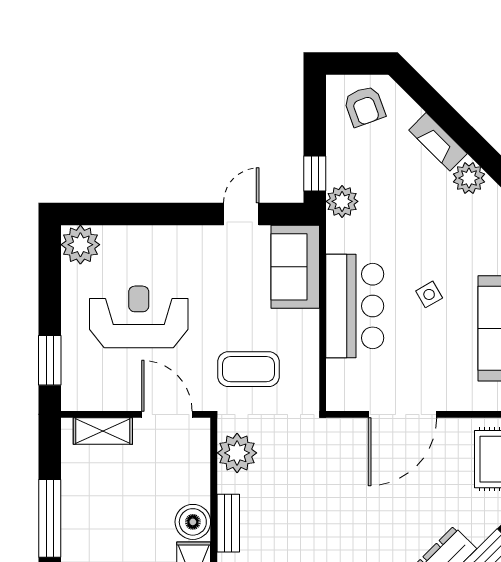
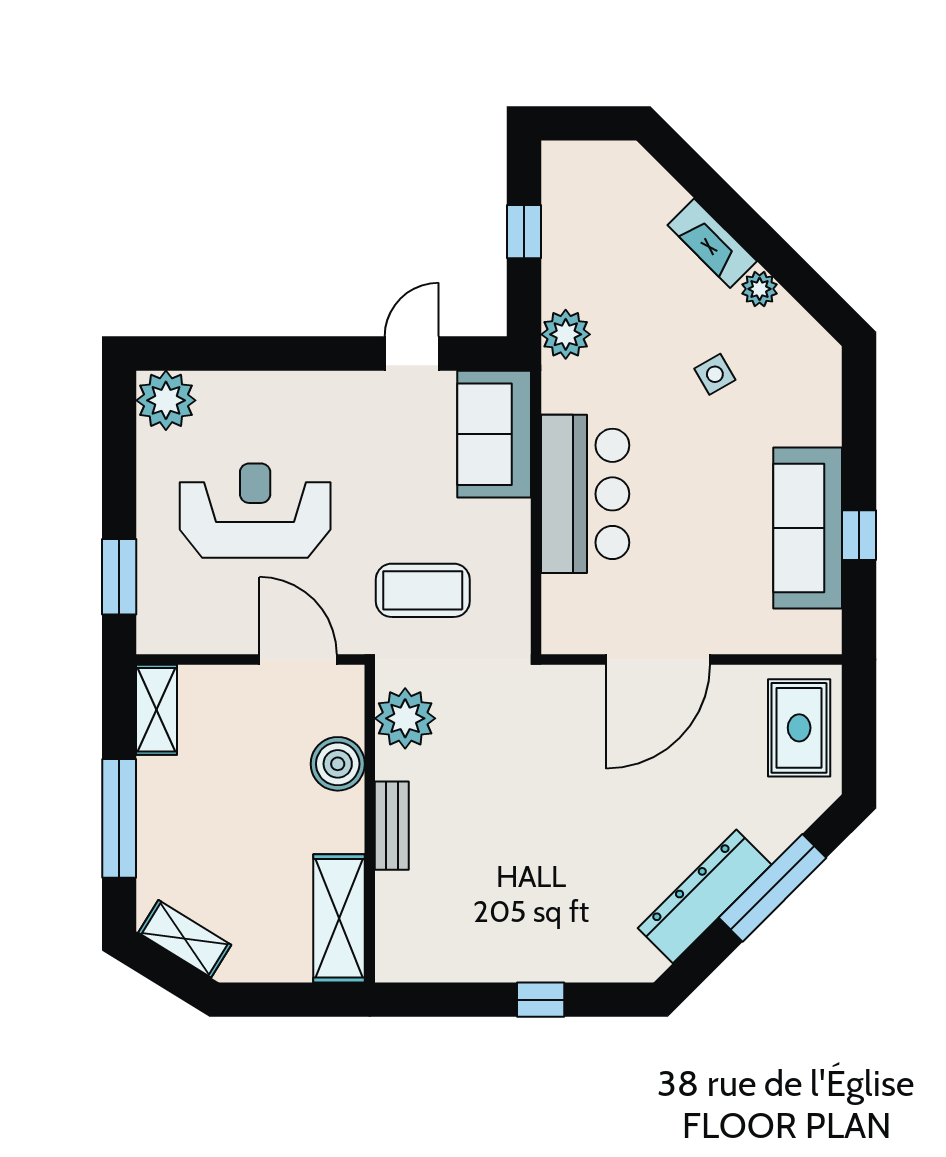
armchair: (364, 106) -> (600, 189), removed
window: (315, 174) -> (524, 232), moved
plant: (469, 178) -> (760, 289), width x0.73, depth x0.73
side table: (429, 294) -> (715, 374), moved
shelving: (103, 431) -> (157, 710), moved, turned 90
boiler: (193, 522) -> (338, 764), moved

